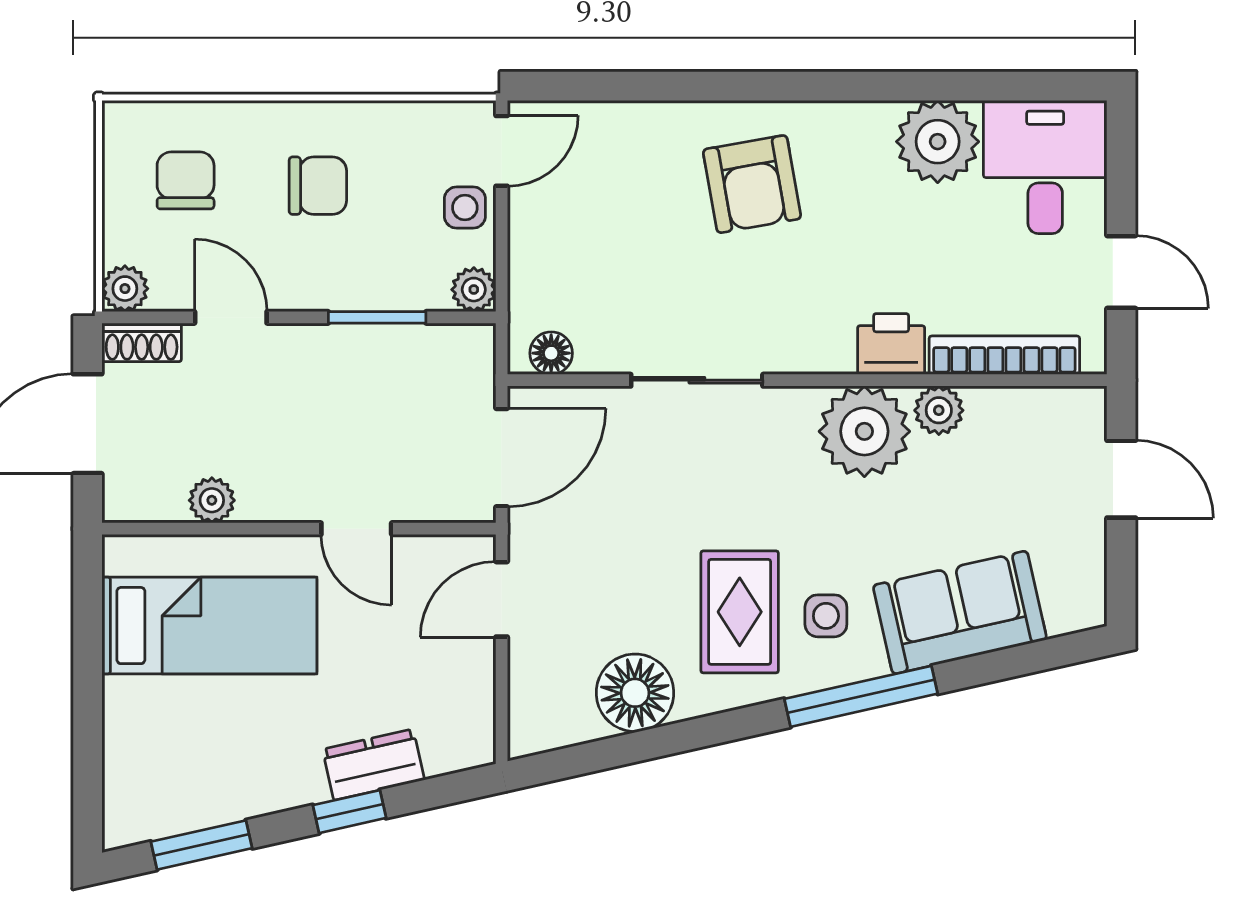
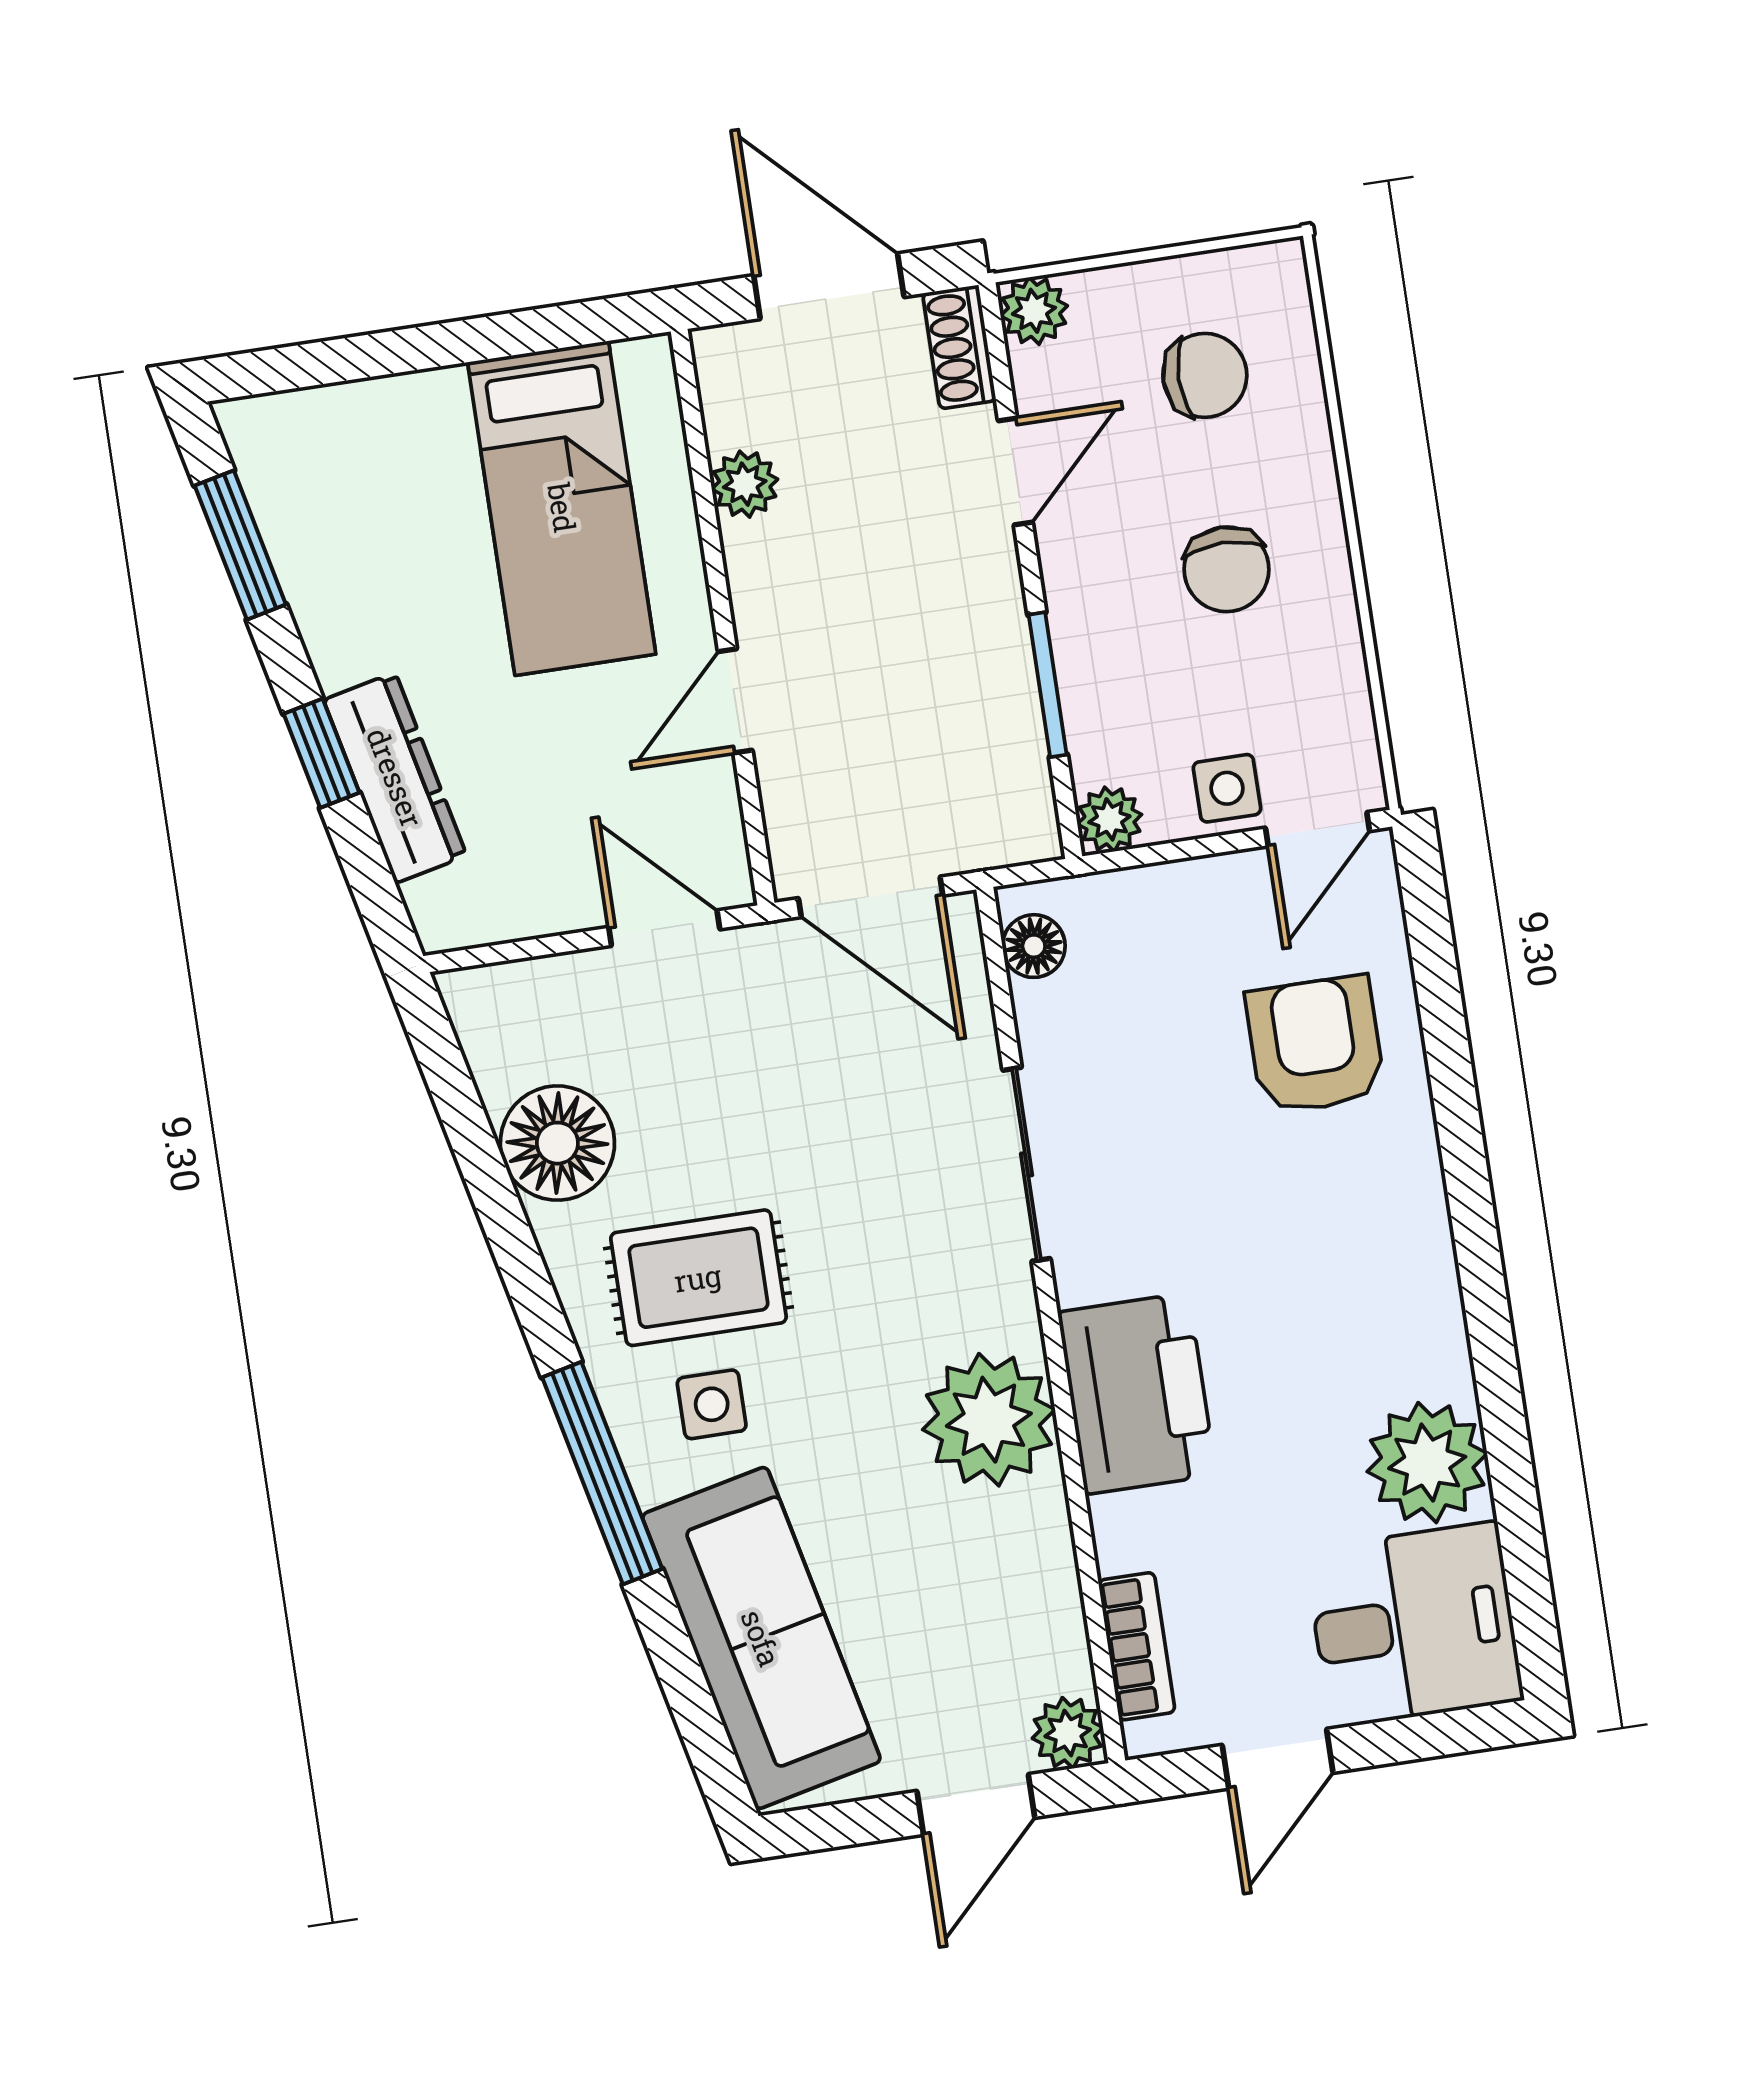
door: (502, 151) -> (1318, 829), hinge flipped
armchair: (752, 184) -> (1315, 1045), moved, turned 100
printer: (891, 344) -> (1137, 1394), width x1.87, depth x1.48
bookcase: (1004, 355) -> (1137, 1646), width x0.64
plant: (939, 410) -> (1068, 1733), moved
sofa: (960, 612) -> (761, 1638), width x1.36
dresser: (373, 765) -> (395, 778), width x1.44

